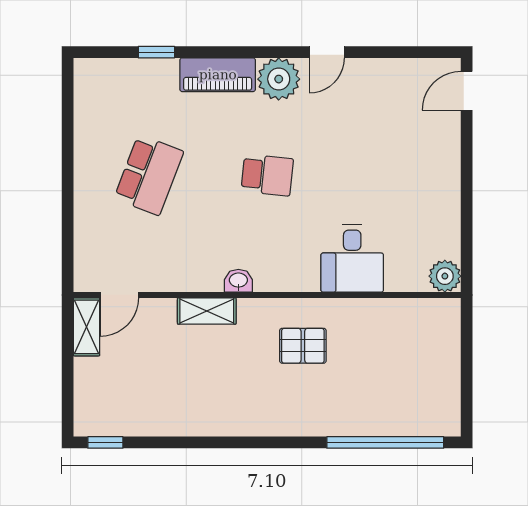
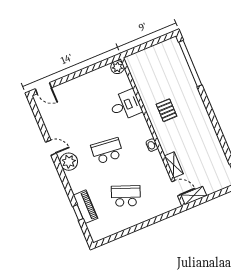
piano: (218, 75) -> (86, 207), moved
school desk: (267, 175) -> (107, 151), width x1.85
shelving: (207, 311) -> (174, 165), moved

